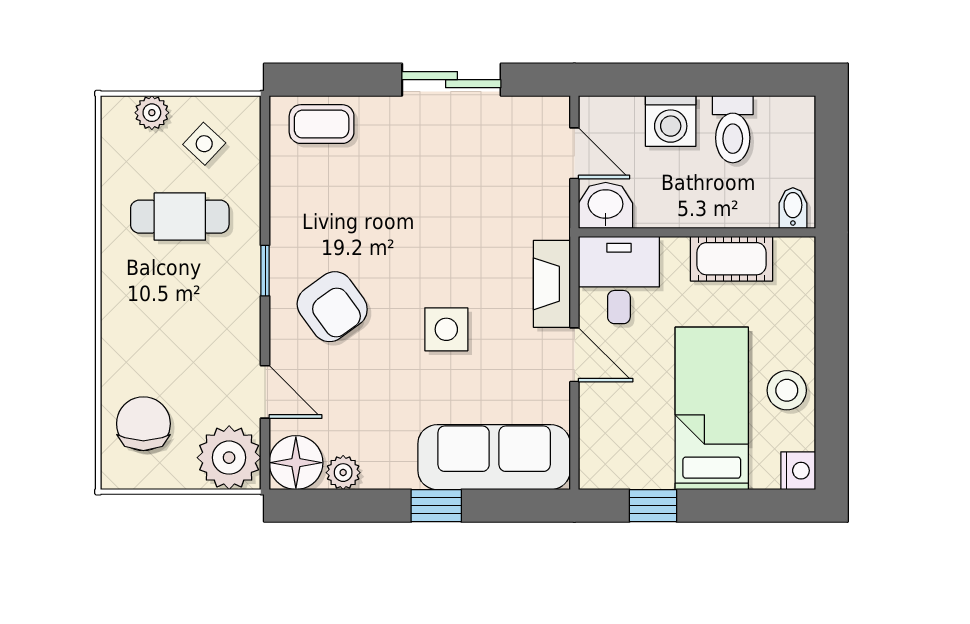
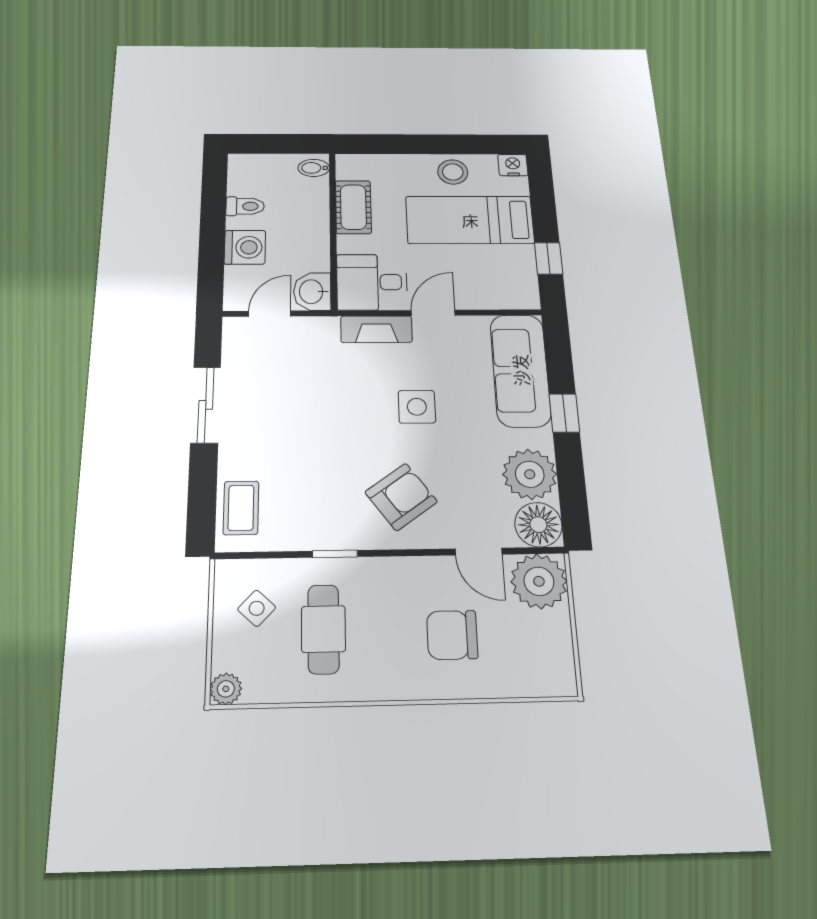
plant: (152, 113) -> (226, 689), moved
toilet: (733, 129) -> (245, 206), width x0.73, depth x0.72
window: (265, 271) -> (335, 554), moved
door: (265, 392) -> (479, 552), swing flipped
chair: (143, 424) -> (452, 635), moved
plant: (343, 473) -> (530, 474), width x1.88, depth x1.88

